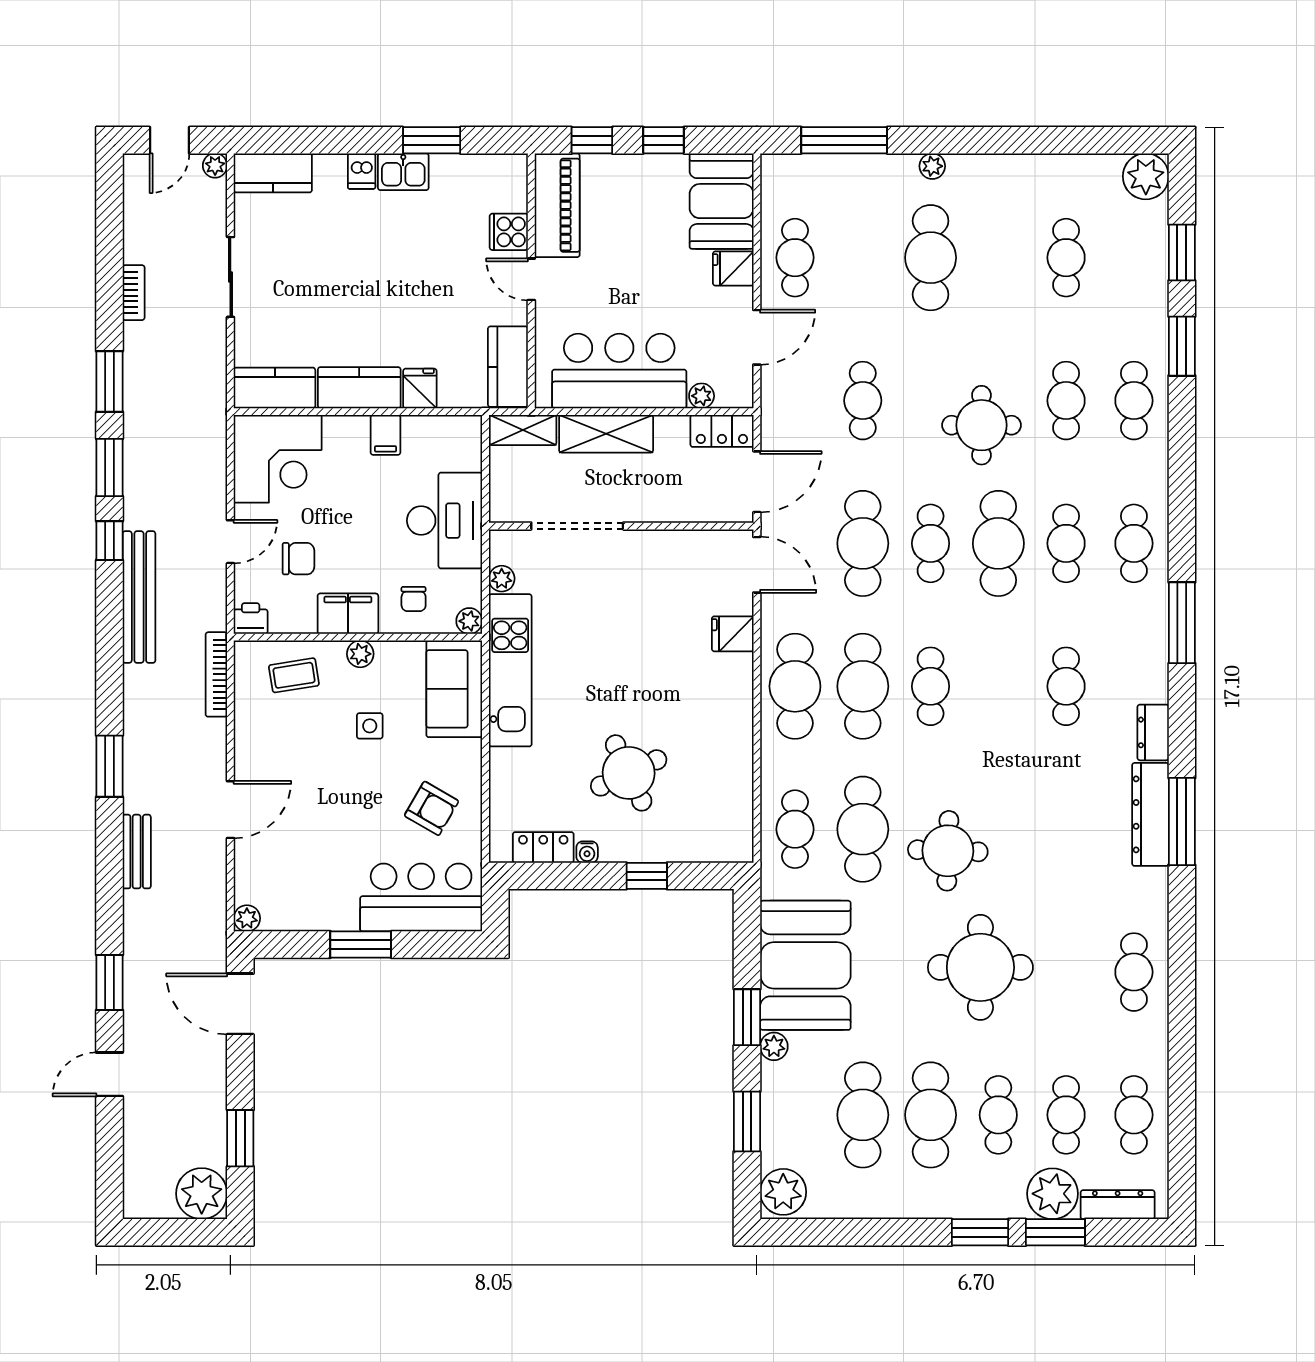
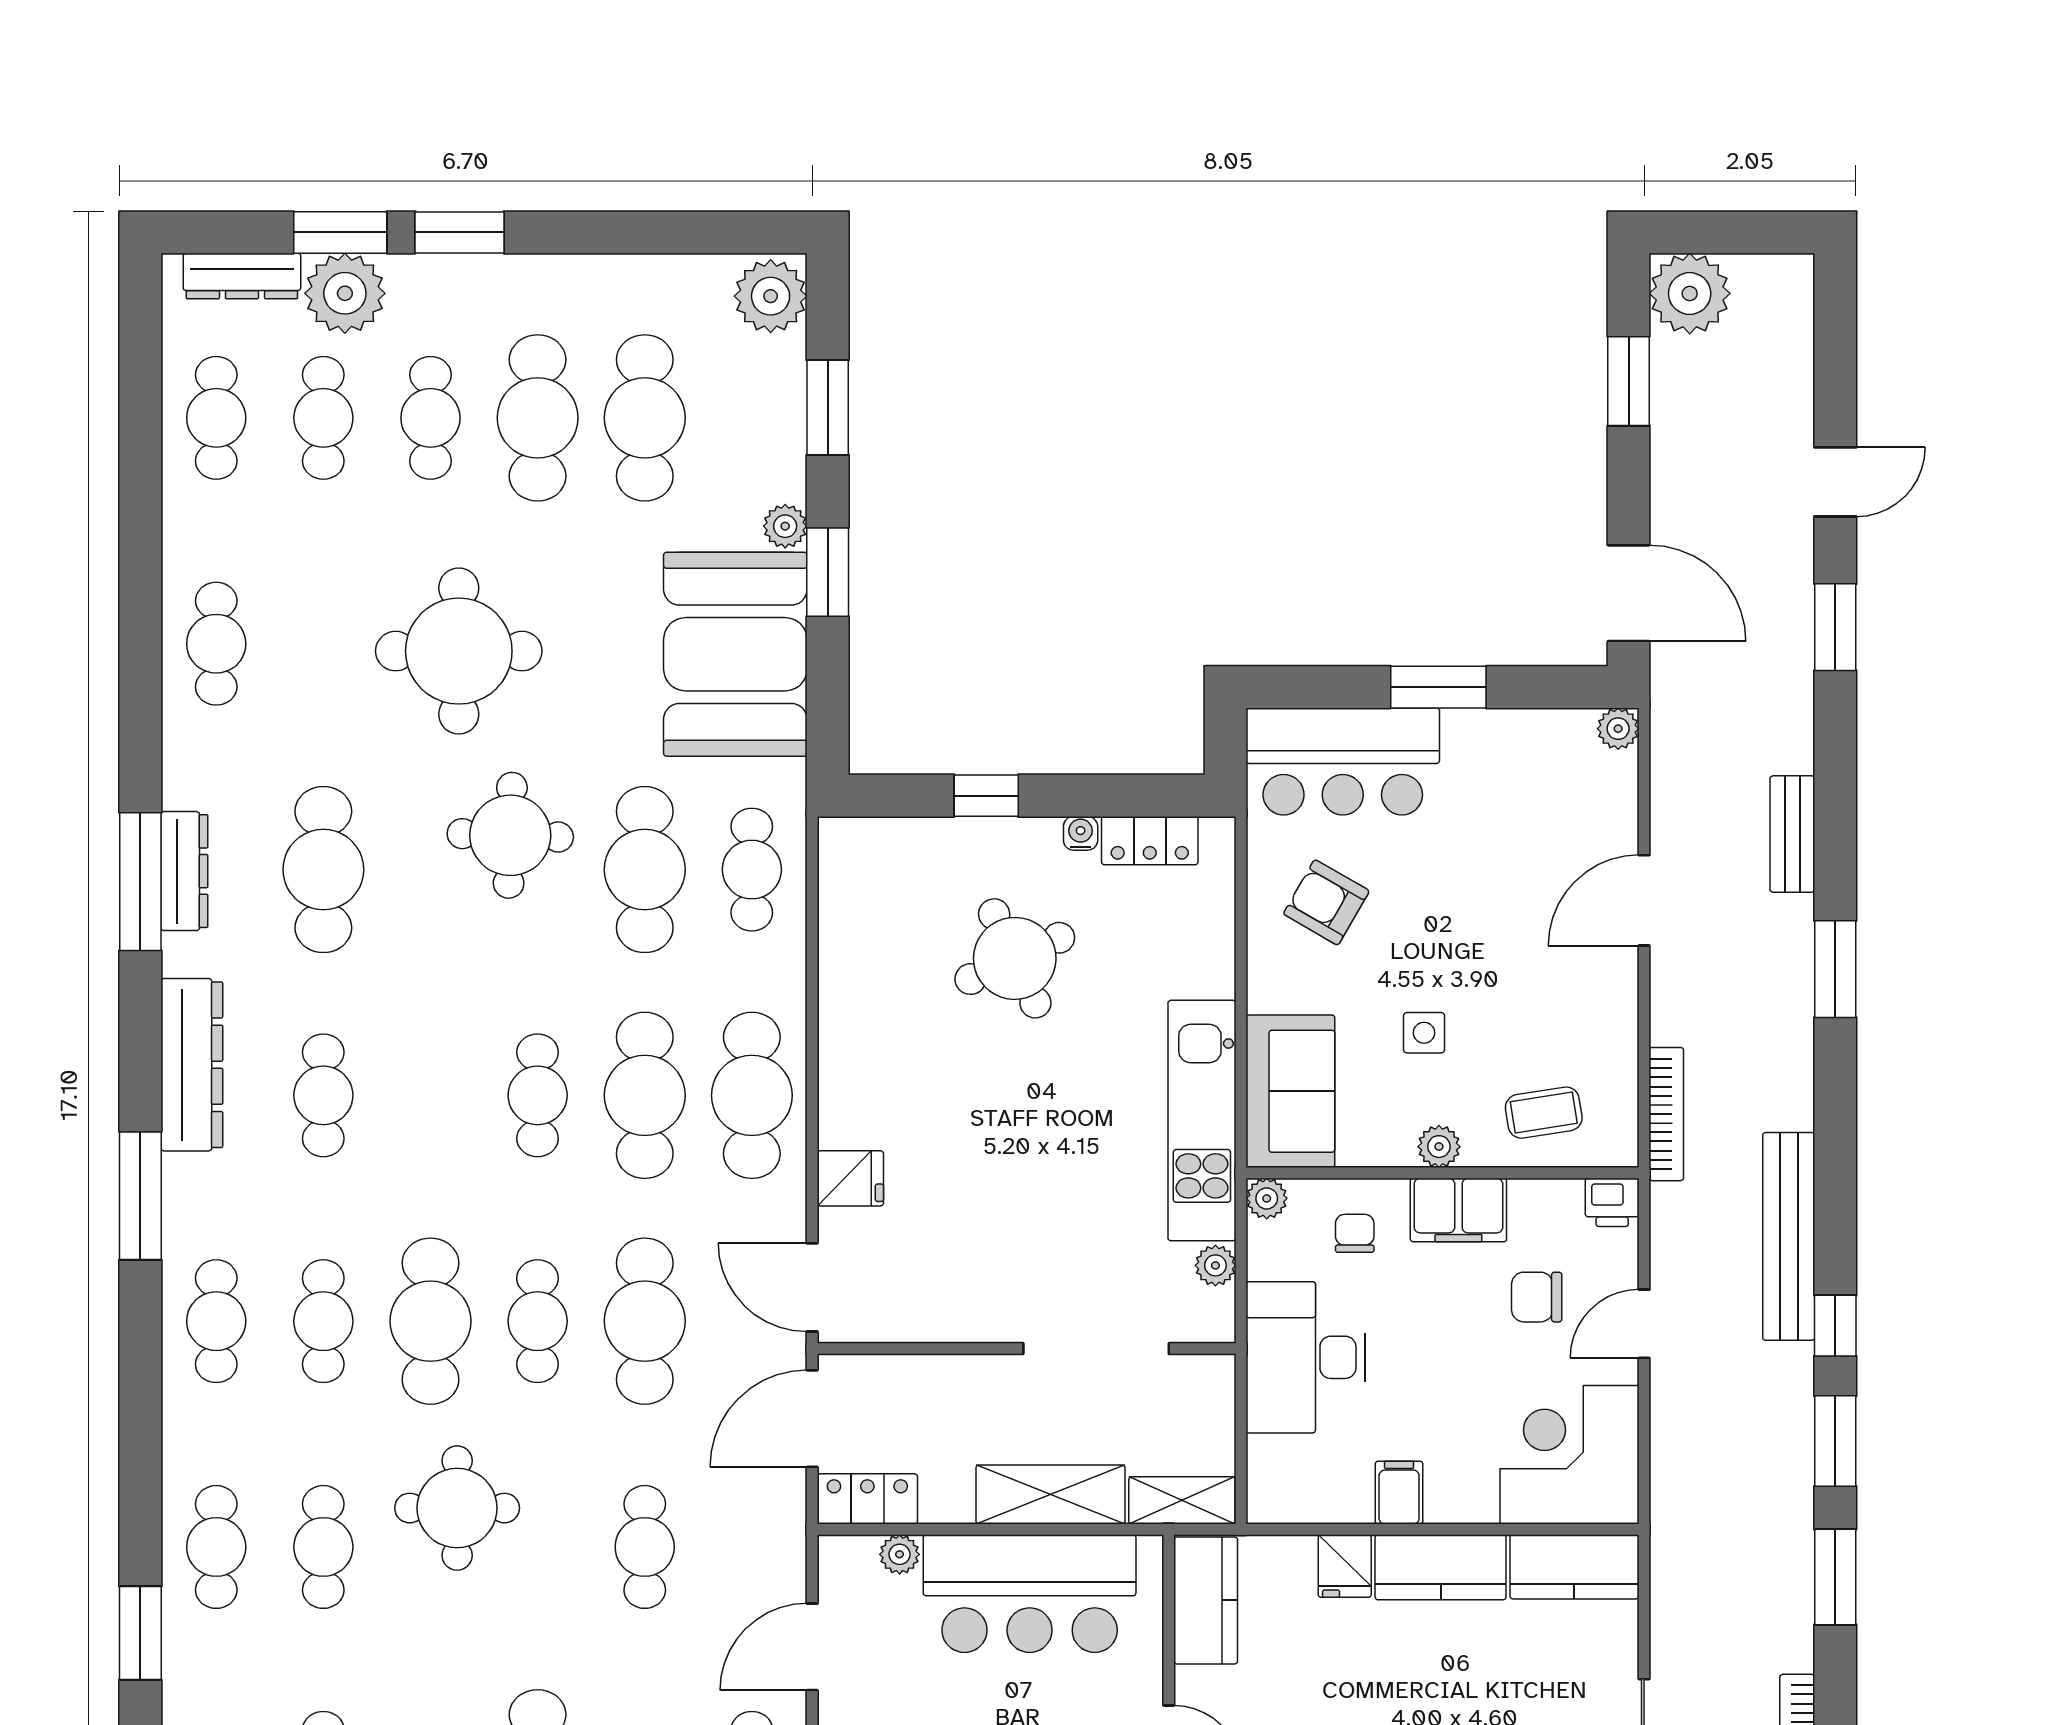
dresser: (1153, 732) -> (192, 1065), width x1.96, depth x1.24
dresser: (1150, 814) -> (184, 871), width x0.73, depth x0.80
cafe table: (1066, 829) -> (323, 870), added

